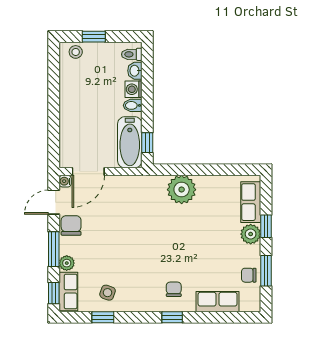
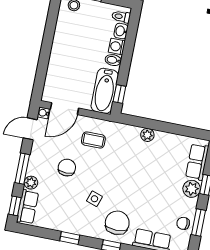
plant: (182, 190) -> (147, 135), width x0.53, depth x0.53
coffee table: (128, 201) -> (93, 140), added
chair: (71, 225) -> (67, 168), moved
chair: (174, 289) -> (117, 223), width x1.87, depth x1.87
side table: (108, 293) -> (94, 199), moved
window: (103, 317) -> (70, 238), moved

